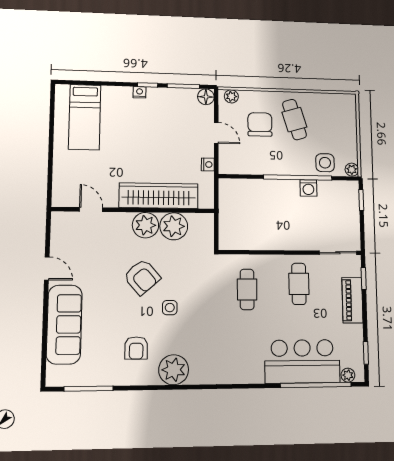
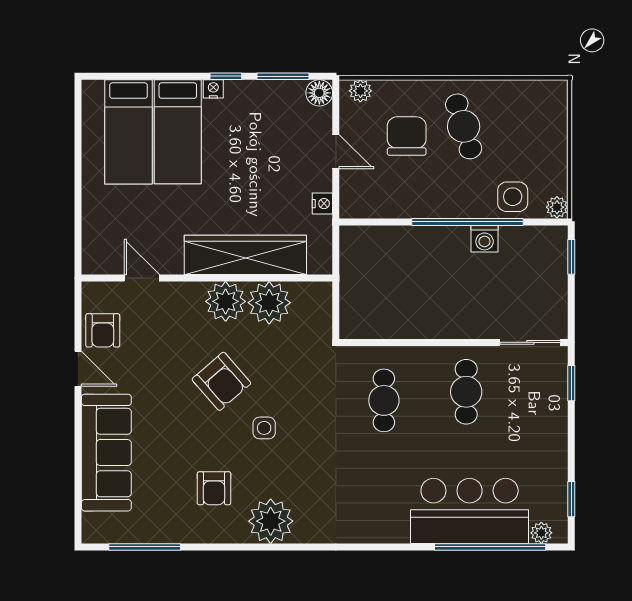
bed: (116, 118) -> (178, 132), added
armchair: (64, 243) -> (103, 330), added
piano: (352, 300) -> (552, 417), removed

